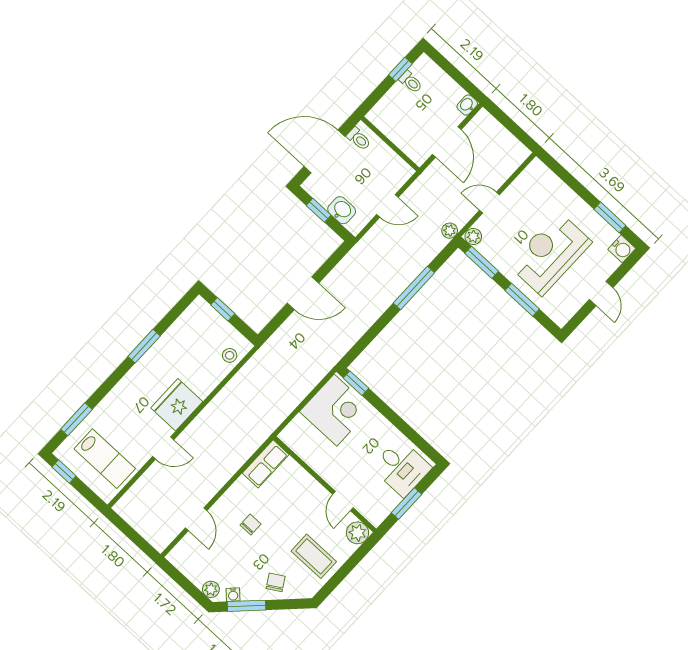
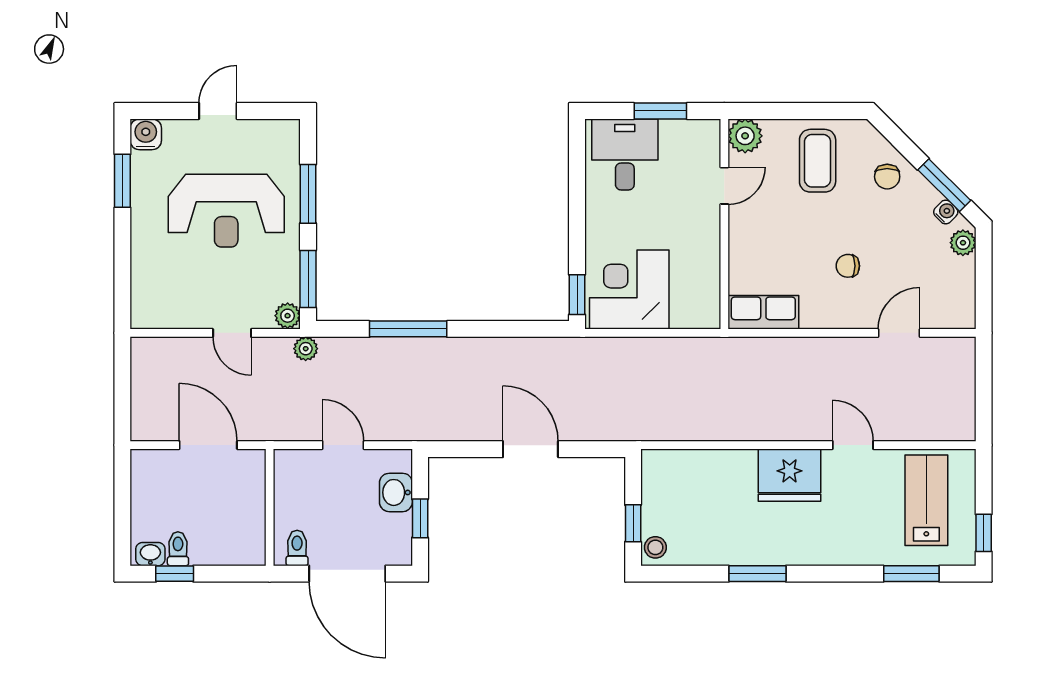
washbasin: (467, 105) -> (150, 554), moved, turned 180
door: (447, 142) -> (208, 445), hinge flipped
stool: (230, 355) -> (655, 547), moved
chair: (276, 582) -> (887, 177), turned -59

